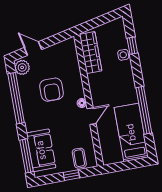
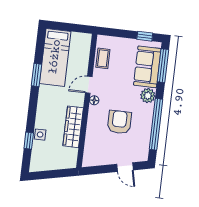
wardrobe: (91, 53) -> (73, 127), moved
plant: (22, 67) -> (148, 96), moved
window: (144, 110) -> (36, 75), width x0.47
coffee table: (79, 158) -> (103, 58), moved
window: (71, 175) -> (145, 36), moved

